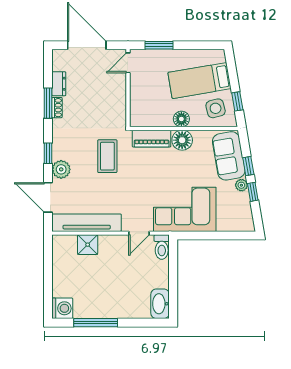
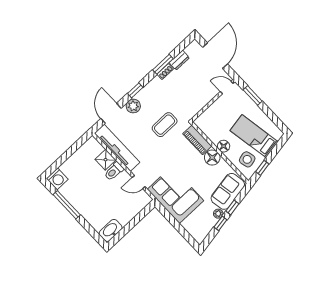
toilet: (162, 247) -> (114, 171), moved

